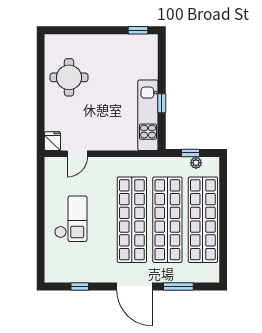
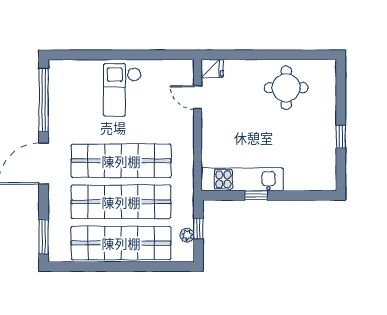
window: (138, 30) -> (341, 137), moved
checkout: (71, 219) -> (122, 90), turned 90
window: (80, 286) -> (44, 100), width x3.17
window: (178, 286) -> (44, 237), moved

